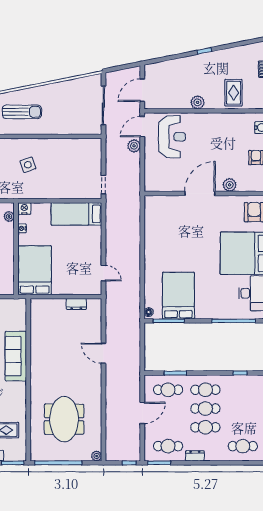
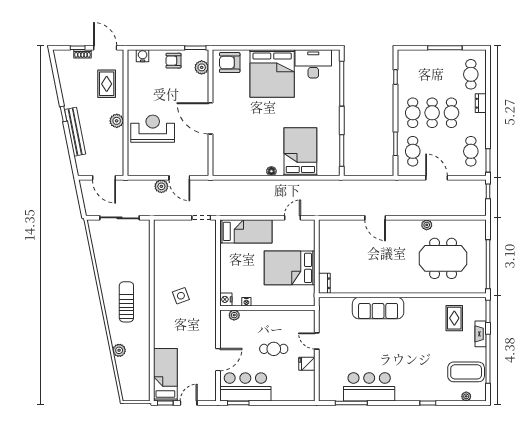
bench: (187, 62) -> (75, 132), added
rug: (234, 93) -> (107, 84), turned 90
door: (142, 127) -> (179, 178), moved
reception desk: (172, 137) -> (153, 129), moved
plant: (230, 185) -> (202, 67), moved
bed: (76, 214) -> (246, 231), moved, turned -90
bed: (35, 270) -> (290, 268), moved
bed: (178, 296) -> (300, 152), moved, turned 90
dresser: (76, 304) -> (324, 283), moved
floor lamp: (149, 312) -> (271, 171), moved
door: (103, 353) -> (375, 218), hinge flipped
plant: (97, 456) -> (427, 225), moved
dresser: (195, 456) -> (481, 103), moved

